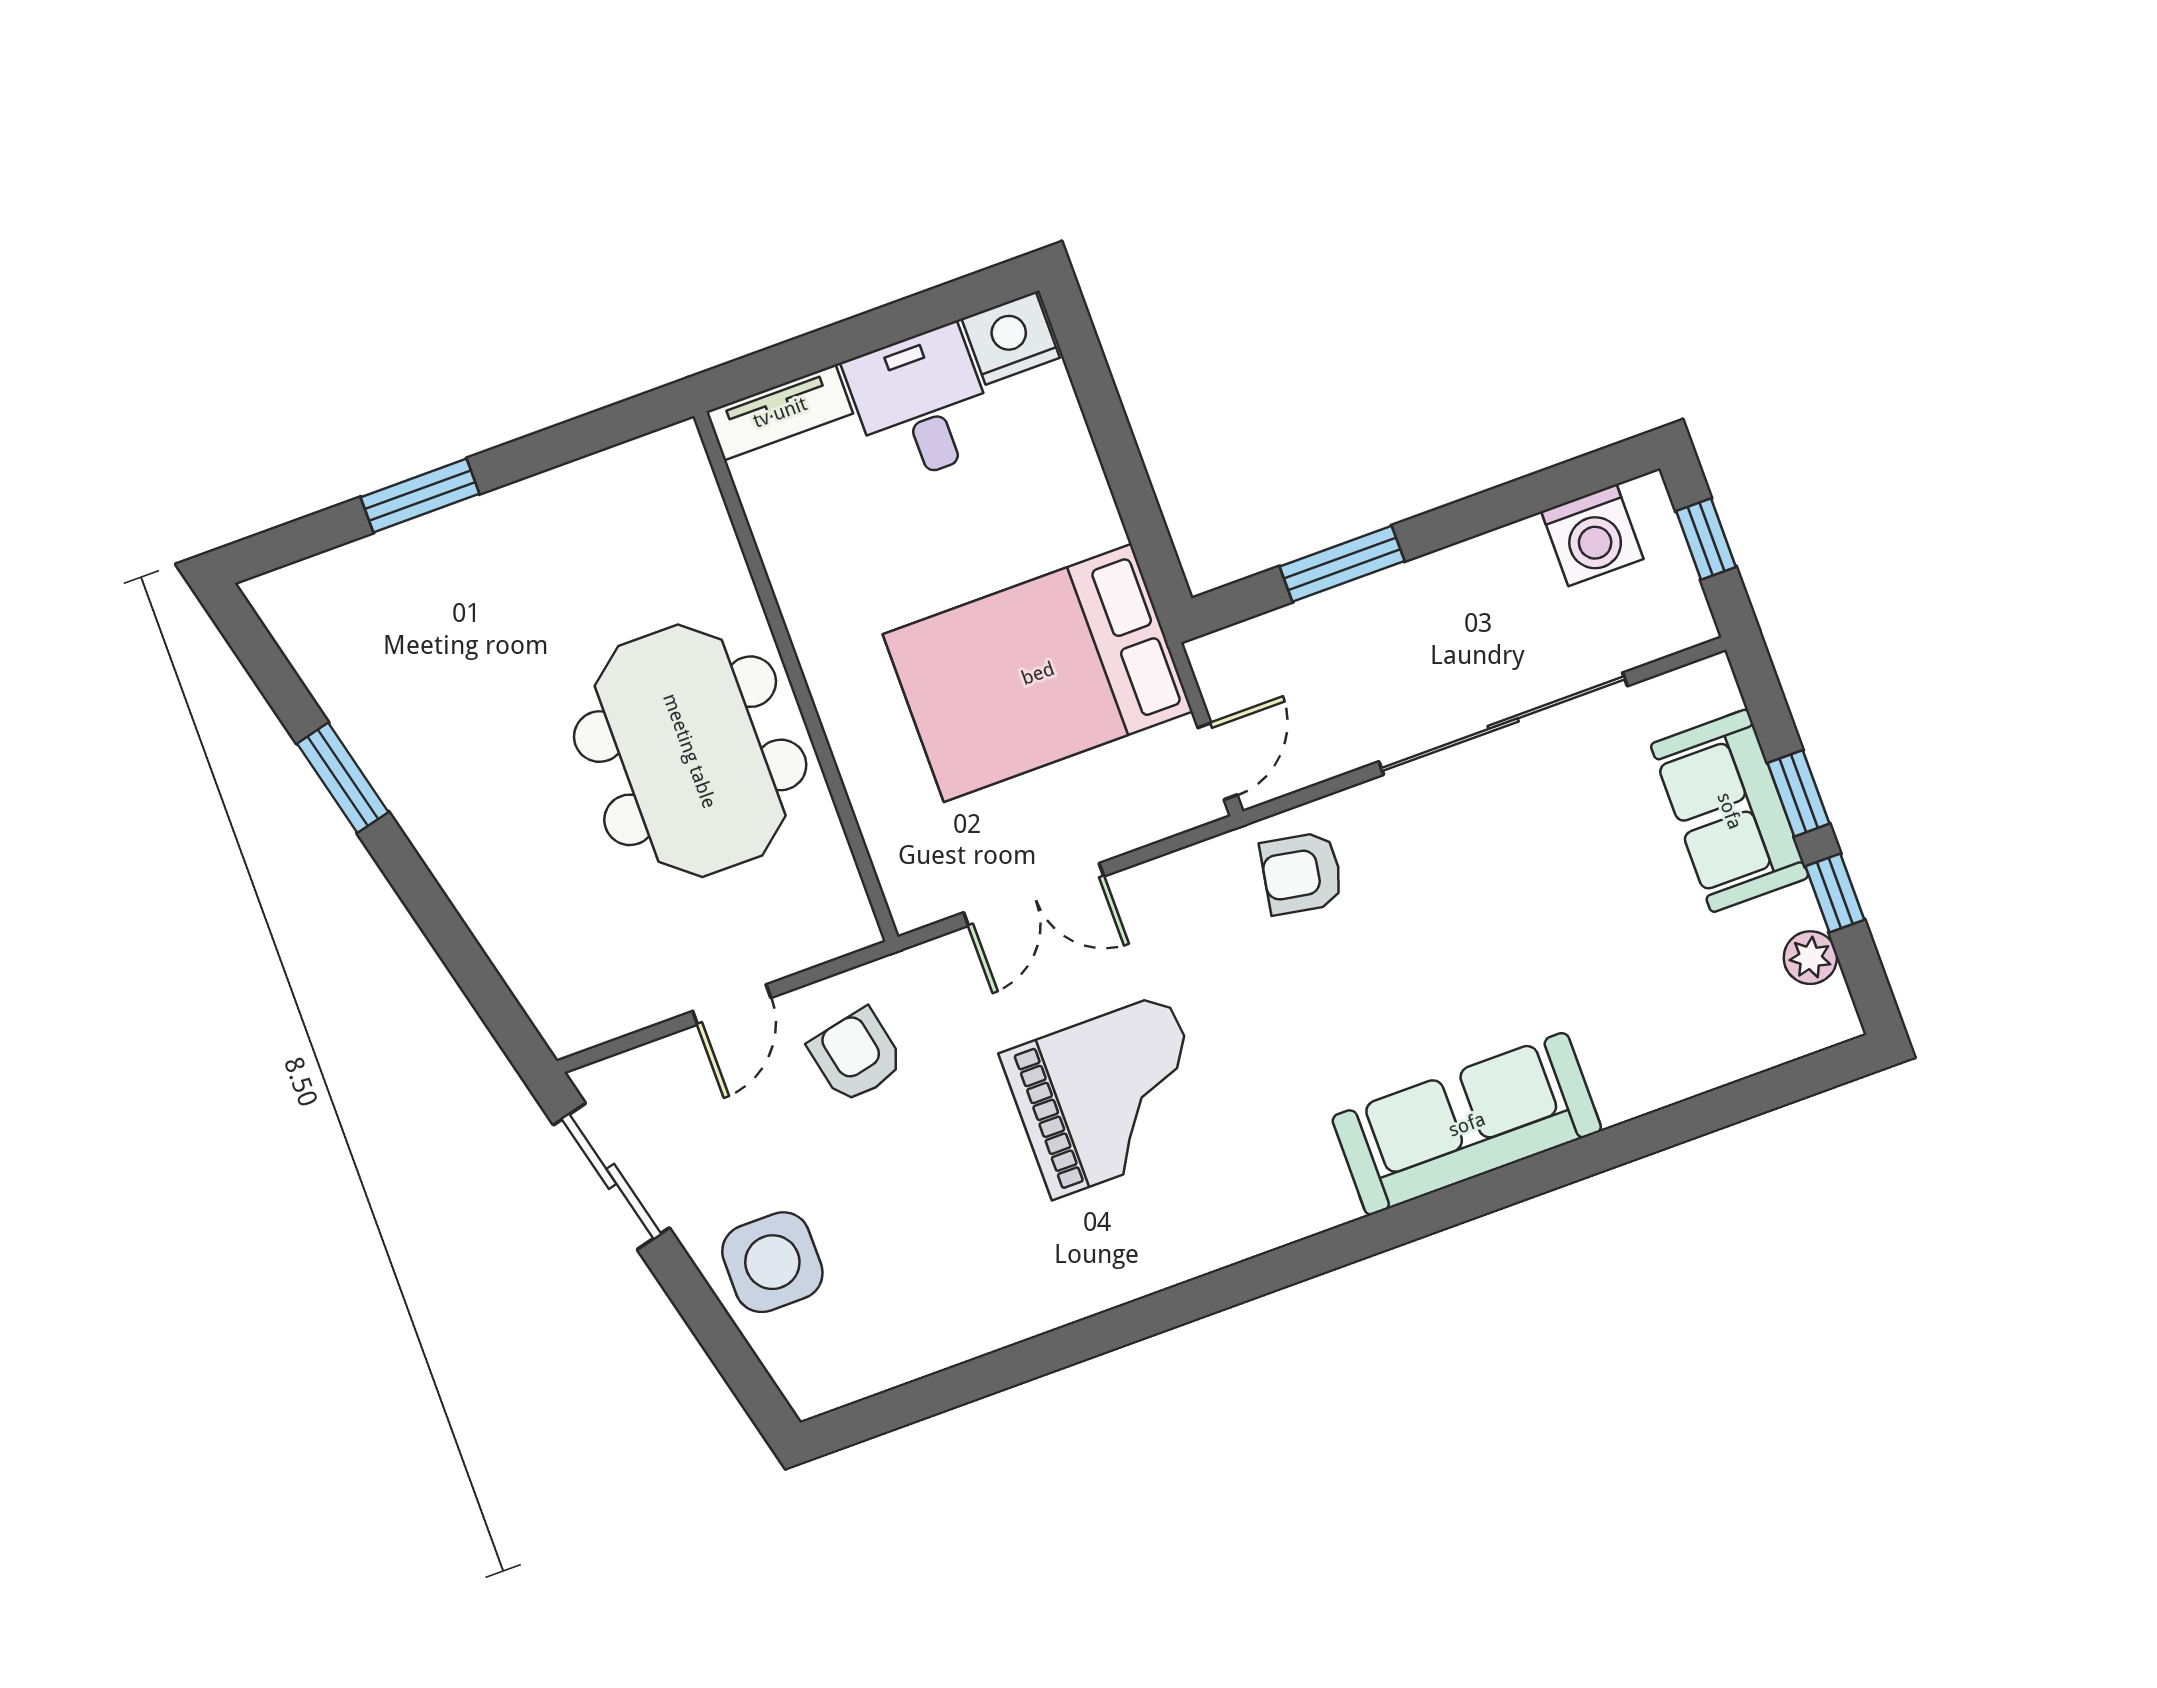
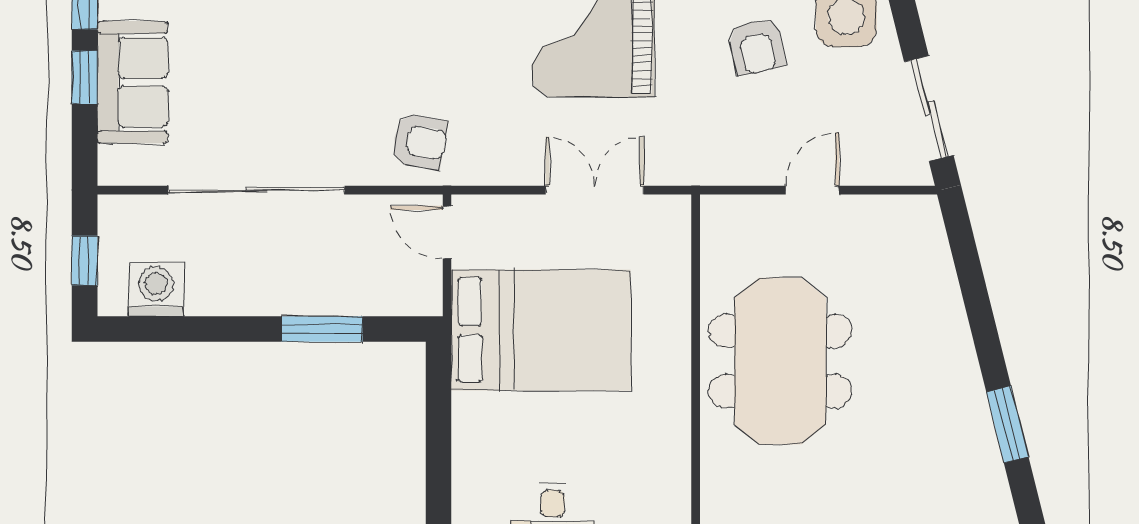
door: (1217, 761) -> (447, 232), hinge flipped
armchair: (856, 1056) -> (757, 47), moved

